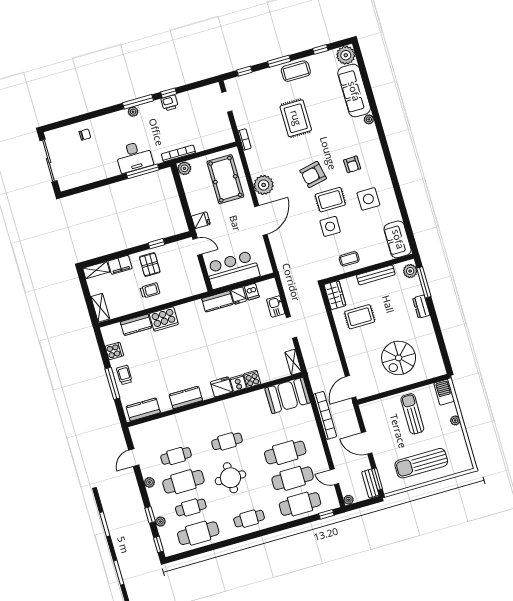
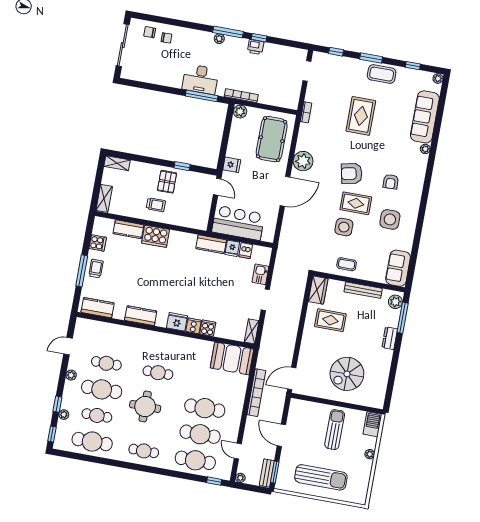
plant: (346, 55) -> (438, 78), width x0.53, depth x0.53
chair: (67, 137) -> (150, 32), added
filing cabinet: (120, 265) -> (140, 169), removed
sun lounger: (421, 463) -> (321, 477), turned 180

